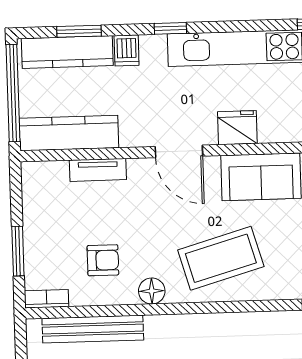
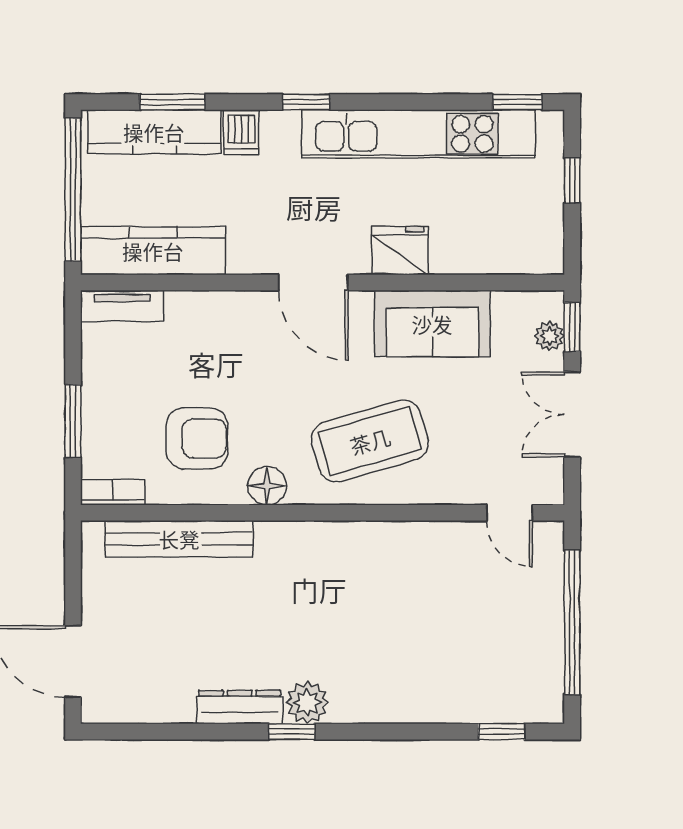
tv unit: (98, 170) -> (122, 306), moved
armchair: (103, 260) -> (197, 438), width x1.38, depth x1.38

